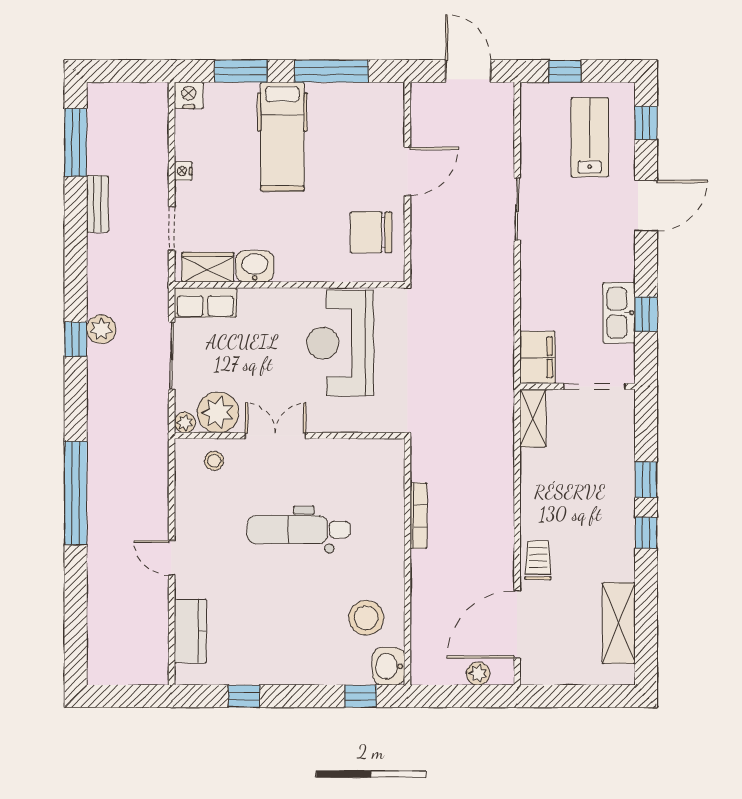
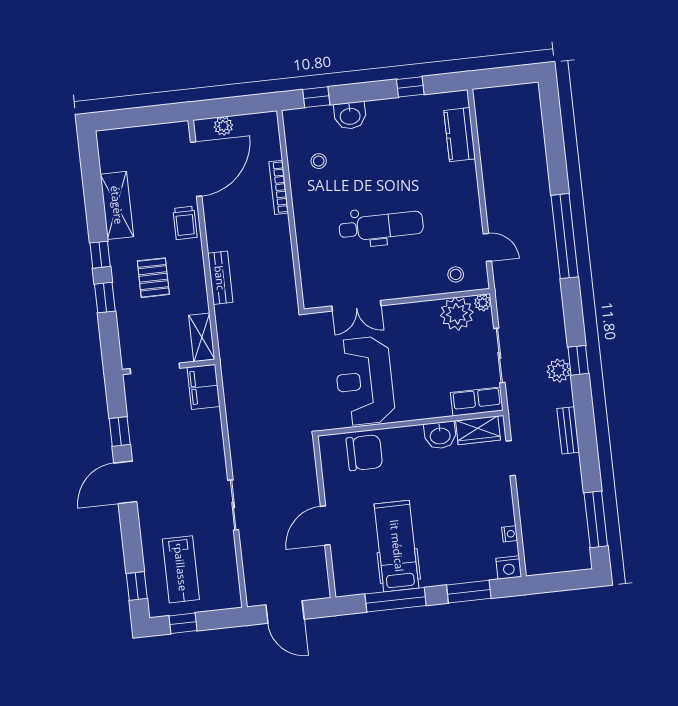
window: (565, 71) -> (183, 623), moved
hospital bed: (282, 137) -> (397, 546), moved
nightstand: (183, 171) -> (510, 534), moved
bench: (97, 204) -> (568, 430), moved
door: (646, 206) -> (125, 482), moved
chair: (371, 232) -> (364, 453), moved
kitchen sink: (619, 313) -> (142, 430), removed
reception desk: (340, 343) -> (364, 381), turned 180
double door: (275, 436) -> (356, 306), moved
bench: (502, 488) -> (220, 278), added
pallet: (584, 498) -> (153, 278), added
bookcase: (419, 515) -> (279, 187), moved
door: (172, 558) -> (487, 247), moved
stool: (366, 618) -> (319, 161), width x0.53, depth x0.53
shelving: (619, 623) -> (117, 205), moved
washbasin: (389, 666) -> (350, 116), moved, turned 90

